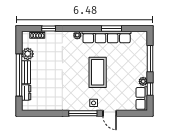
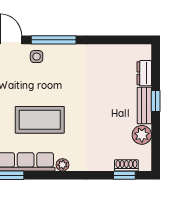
window: (49, 29) -> (124, 175), moved
coffee table: (98, 72) -> (40, 120), moved, turned 90
window: (19, 75) -> (156, 101), width x0.32

